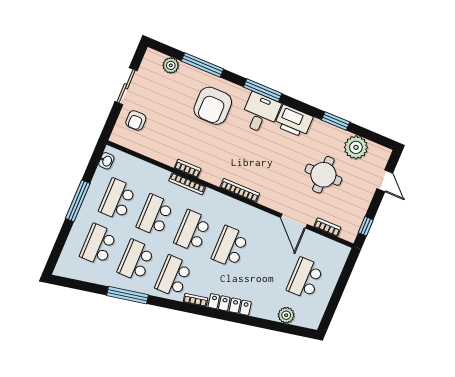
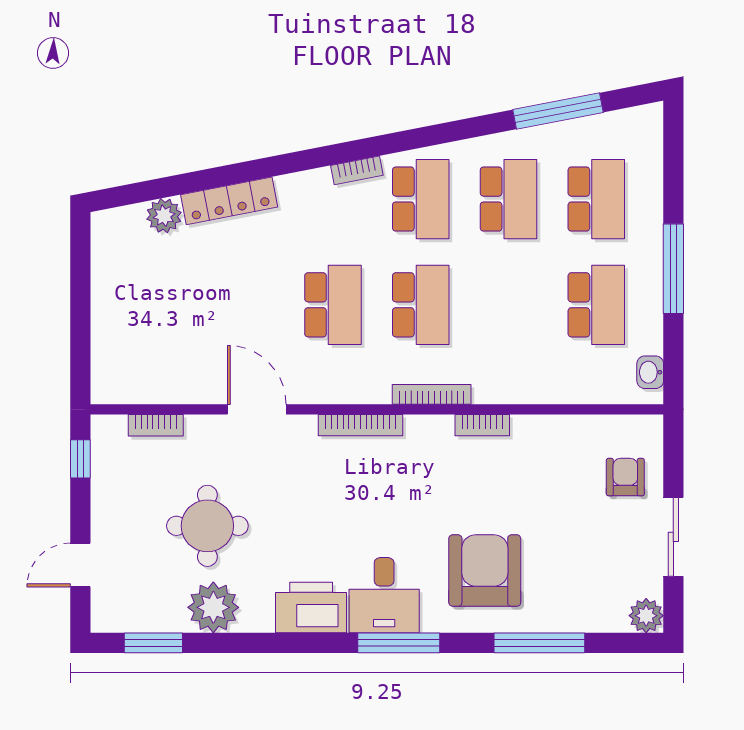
plant: (171, 65) -> (646, 616), moved
window: (336, 121) -> (153, 643), moved
plant: (356, 147) -> (213, 607), moved
door: (385, 181) -> (80, 565), hinge flipped
bookcase: (187, 184) -> (432, 394), moved
school desk: (155, 215) -> (509, 305), removed
door: (294, 221) -> (257, 409), moved
school desk: (305, 278) -> (157, 305), removed
window: (127, 295) -> (558, 111), moved
locker: (230, 304) -> (229, 201), moved

